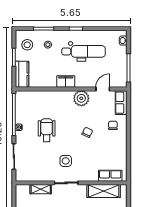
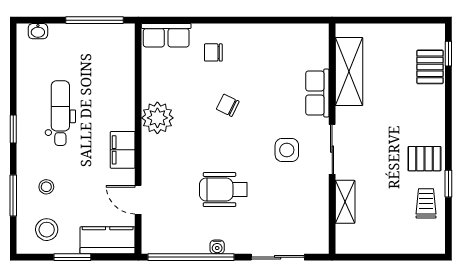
dental chair: (84, 51) -> (60, 113), width x0.73, depth x0.72
door: (103, 89) -> (138, 200), moved
row of seats: (110, 176) -> (317, 93), moved

